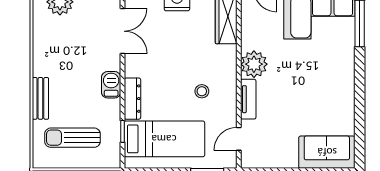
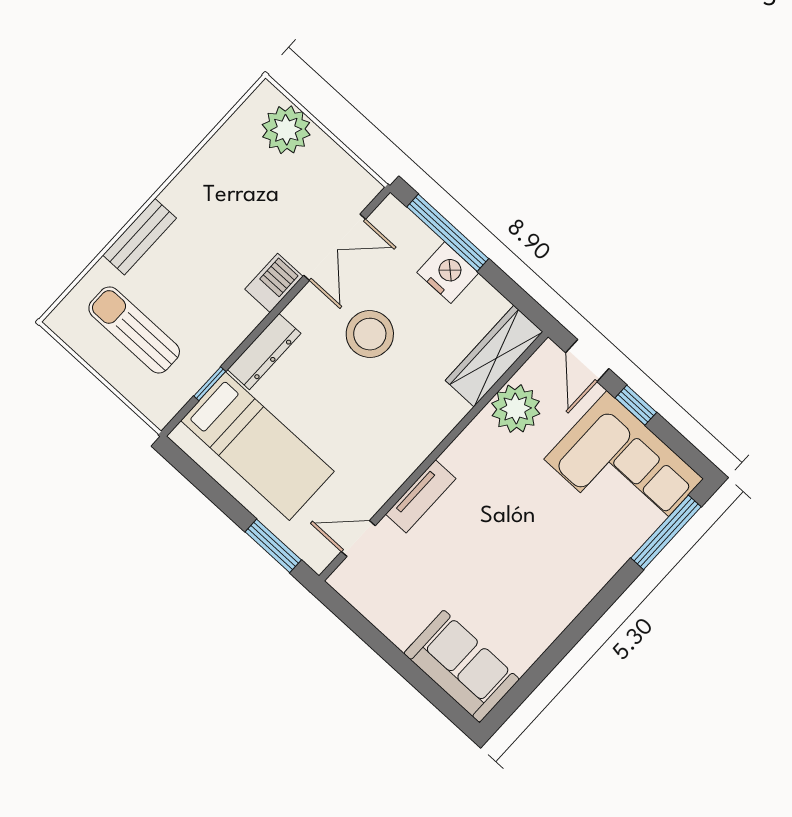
plant: (254, 64) -> (516, 409), moved
barbecue: (111, 85) -> (274, 283), moved
stool: (202, 91) -> (370, 334), moved, width x1.89, depth x1.89

